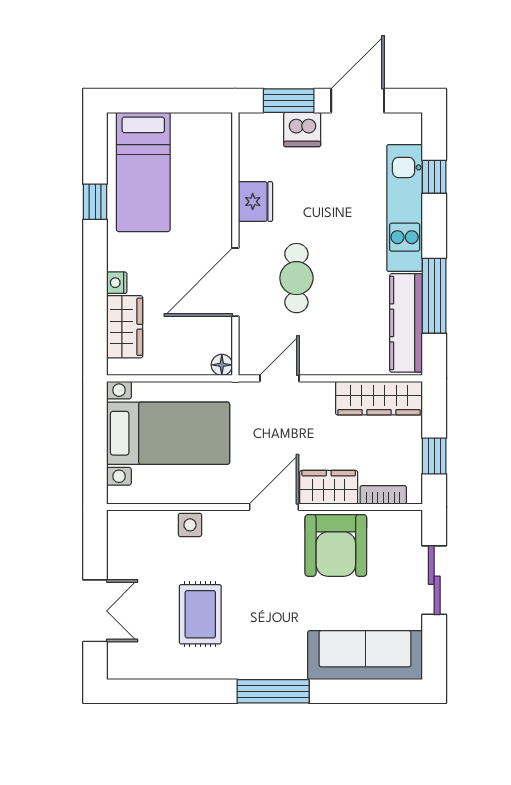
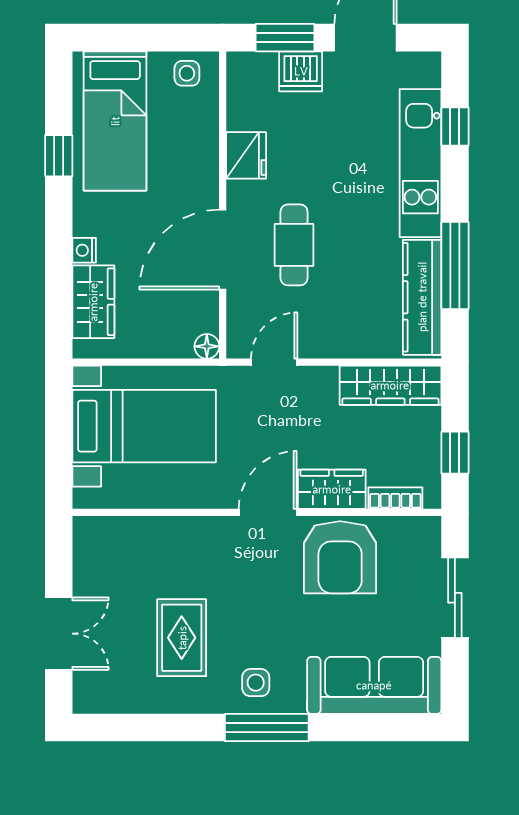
side table: (205, 131) -> (187, 73), added
side table: (190, 525) -> (256, 683), moved

